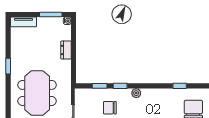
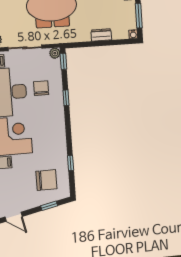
window: (100, 86) -> (63, 61), moved
plant: (136, 93) -> (55, 53), moved

